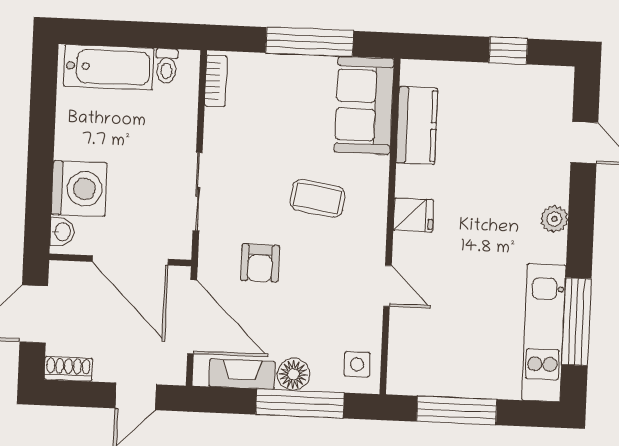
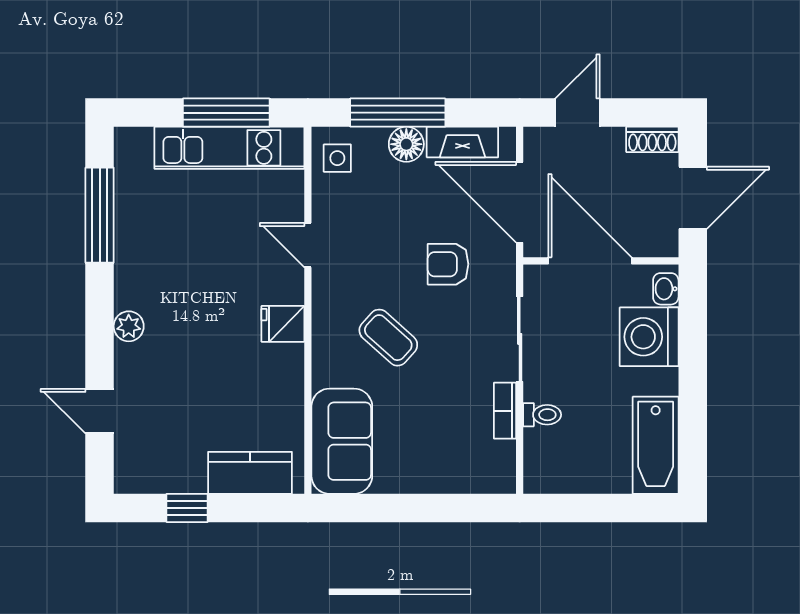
window: (310, 42) -> (404, 508), removed
toilet: (167, 66) -> (542, 415), moved, turned 90
bathtub: (109, 67) -> (656, 445), moved, turned -90
bookcase: (216, 81) -> (505, 411), moved
kitchen counter: (417, 125) -> (250, 473), moved, turned 90
coffee table: (318, 198) -> (388, 338), turned 33
armchair: (260, 263) -> (448, 264), turned -90
kitchen unit: (544, 333) -> (229, 148), moved, turned 90

